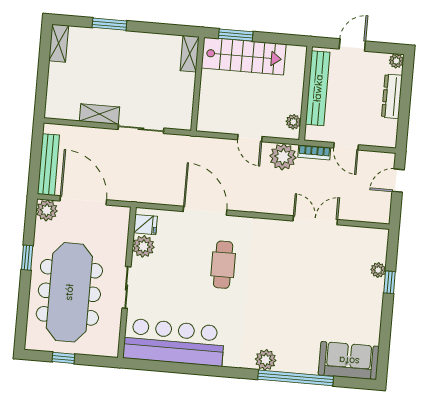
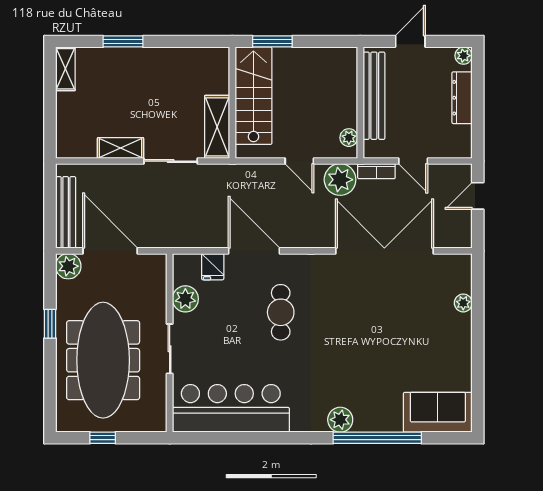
shelving: (190, 54) -> (217, 127), moved, width x1.50, depth x1.33
stairs: (244, 56) -> (253, 96), moved, turned -90
double door: (315, 220) -> (384, 251), width x1.87
fridge: (145, 225) -> (213, 267), moved, turned 90
window: (389, 282) -> (478, 316), removed

